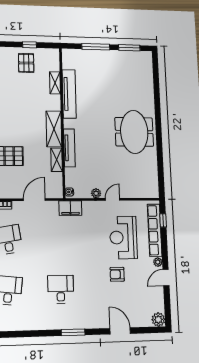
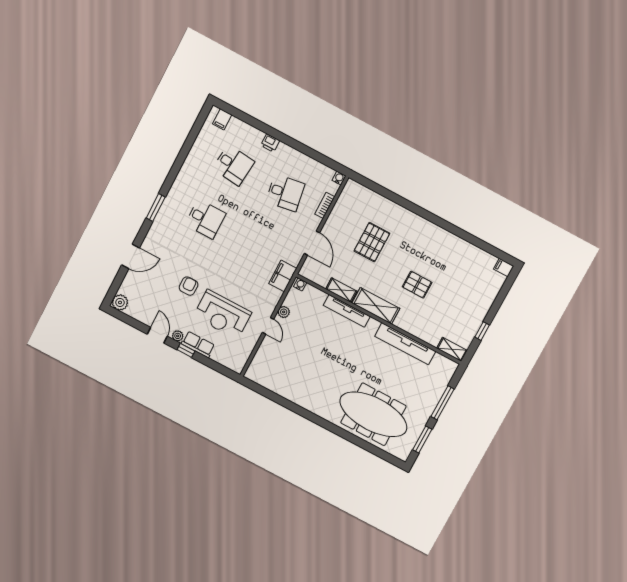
pallet: (26, 63) -> (417, 285), moved
shelving: (55, 83) -> (452, 349), moved
meeting table: (134, 132) -> (373, 414), moved, width x1.36
window: (163, 220) -> (186, 350), moved
row of seats: (155, 230) -> (198, 344), width x0.50
reception desk: (123, 237) -> (222, 314), turned 180

